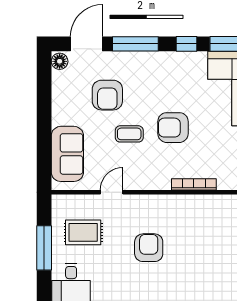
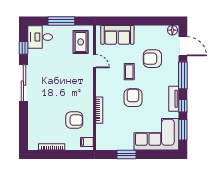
tv unit: (175, 59) -> (174, 99), added
rug: (83, 232) -> (81, 42), moved
armchair: (149, 248) -> (74, 120), moved

